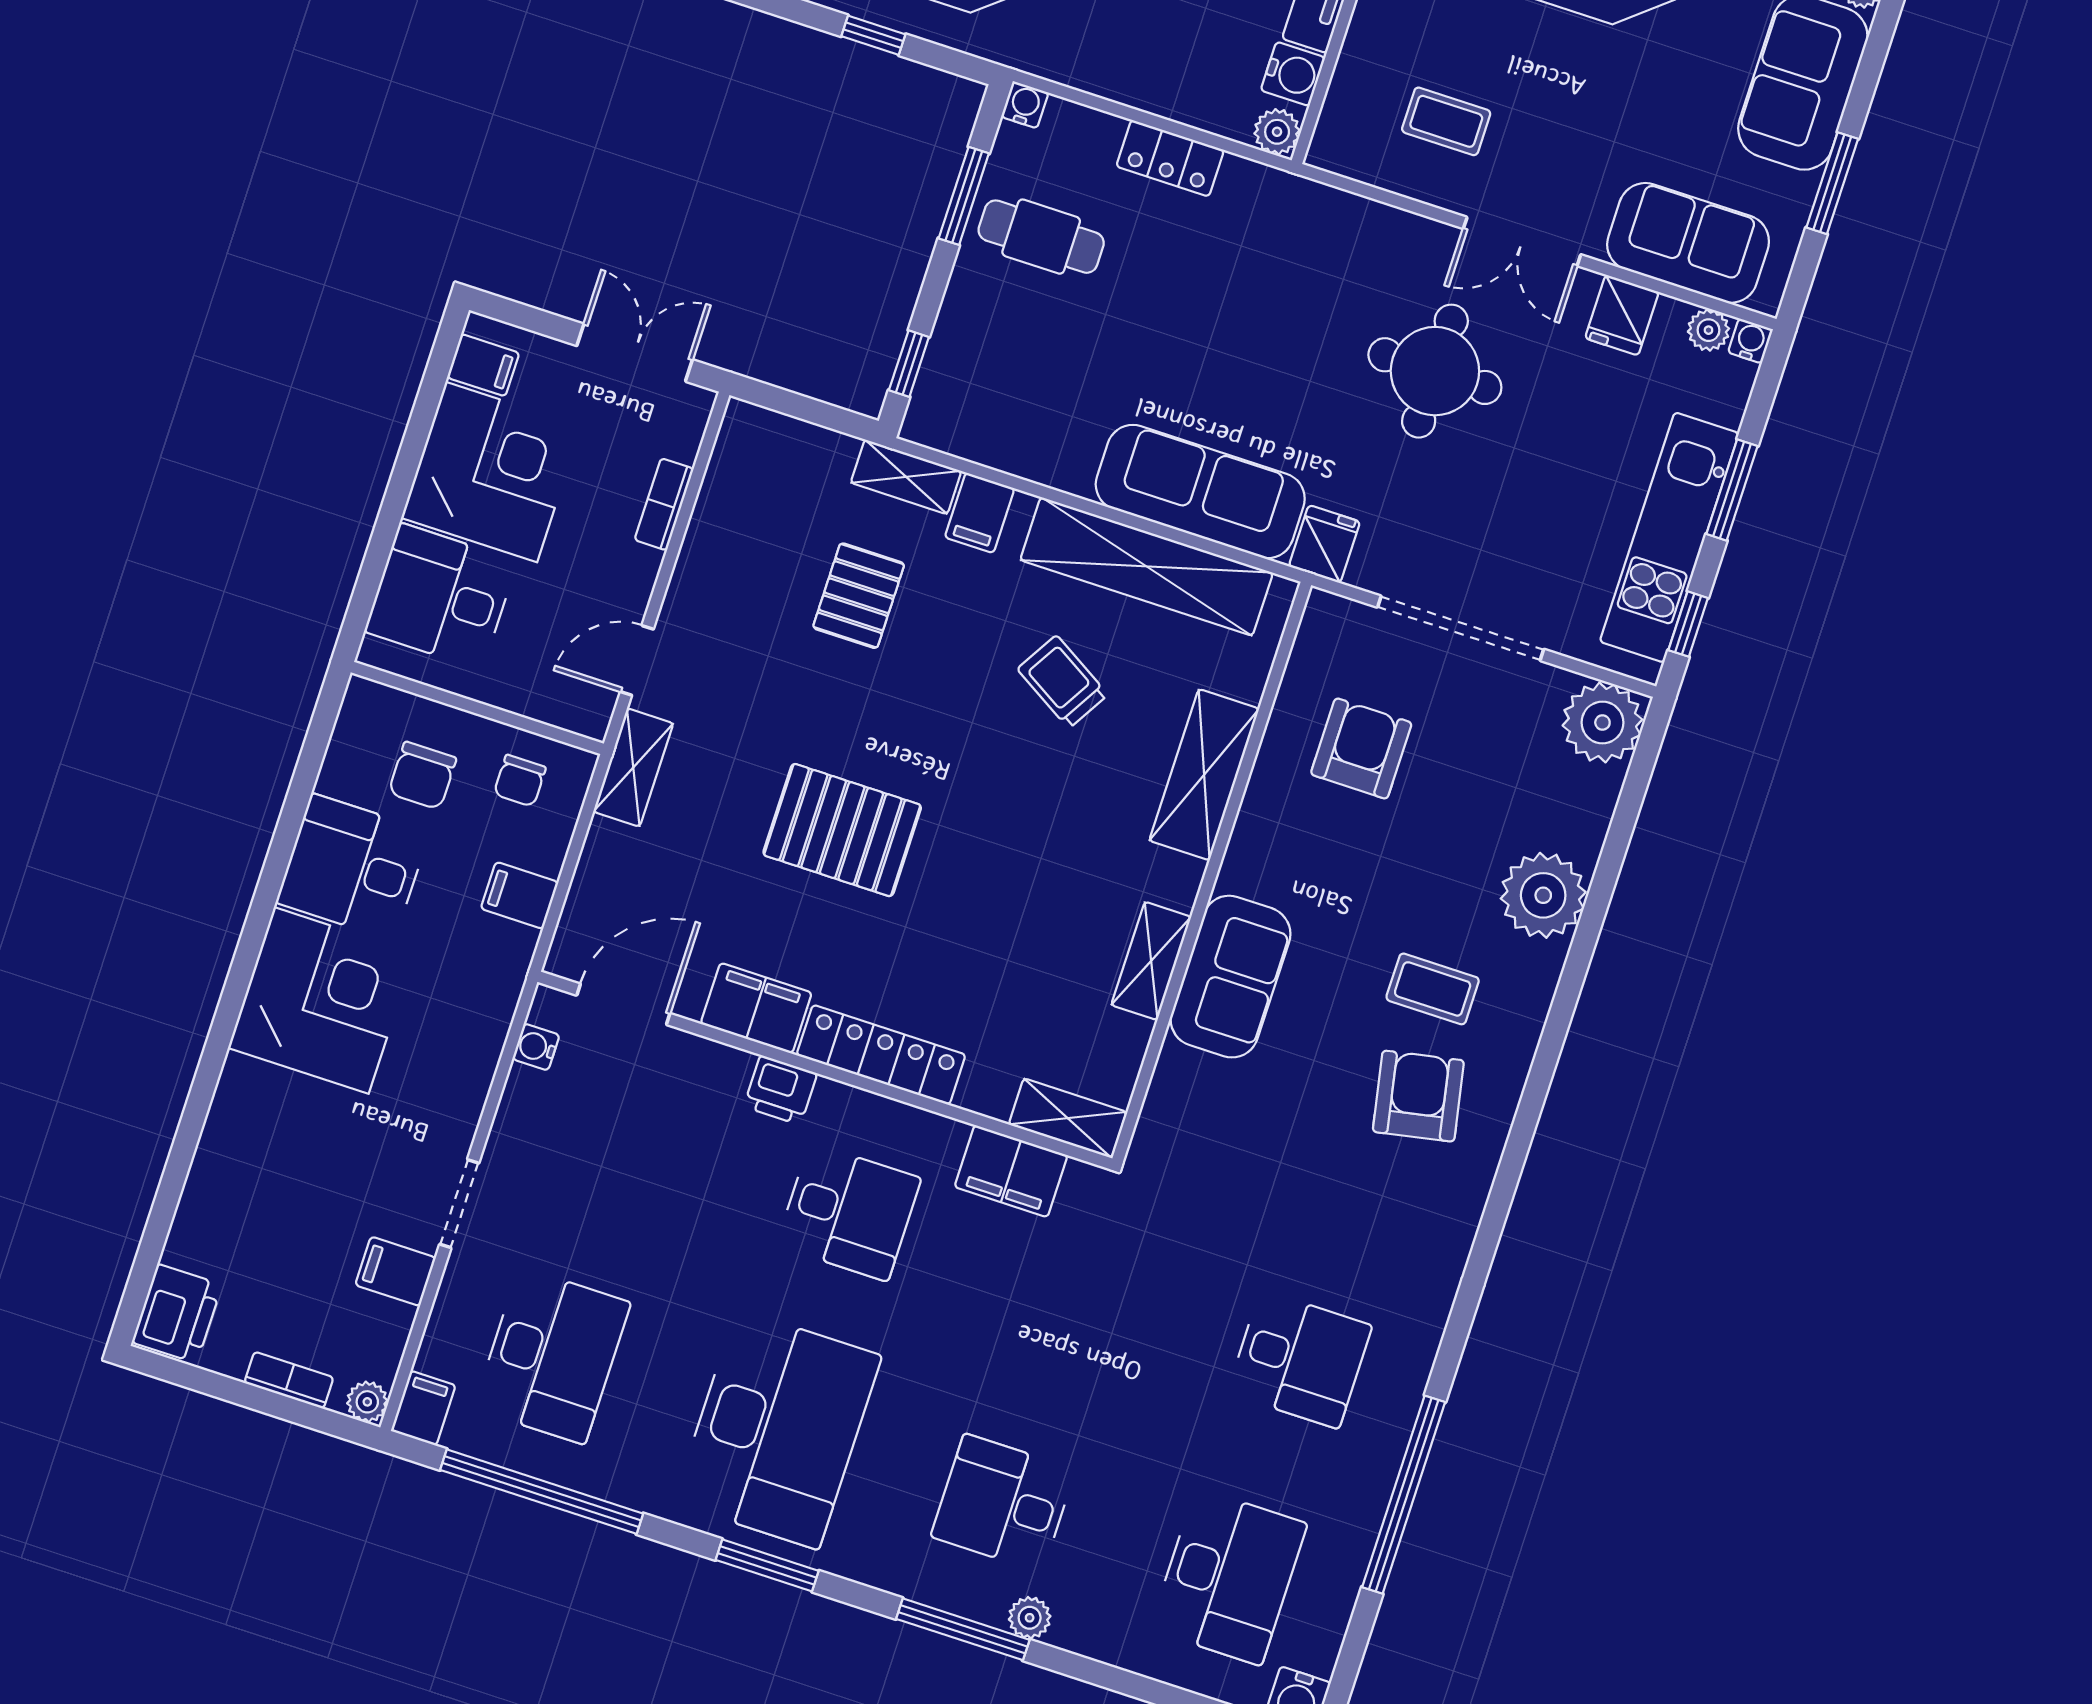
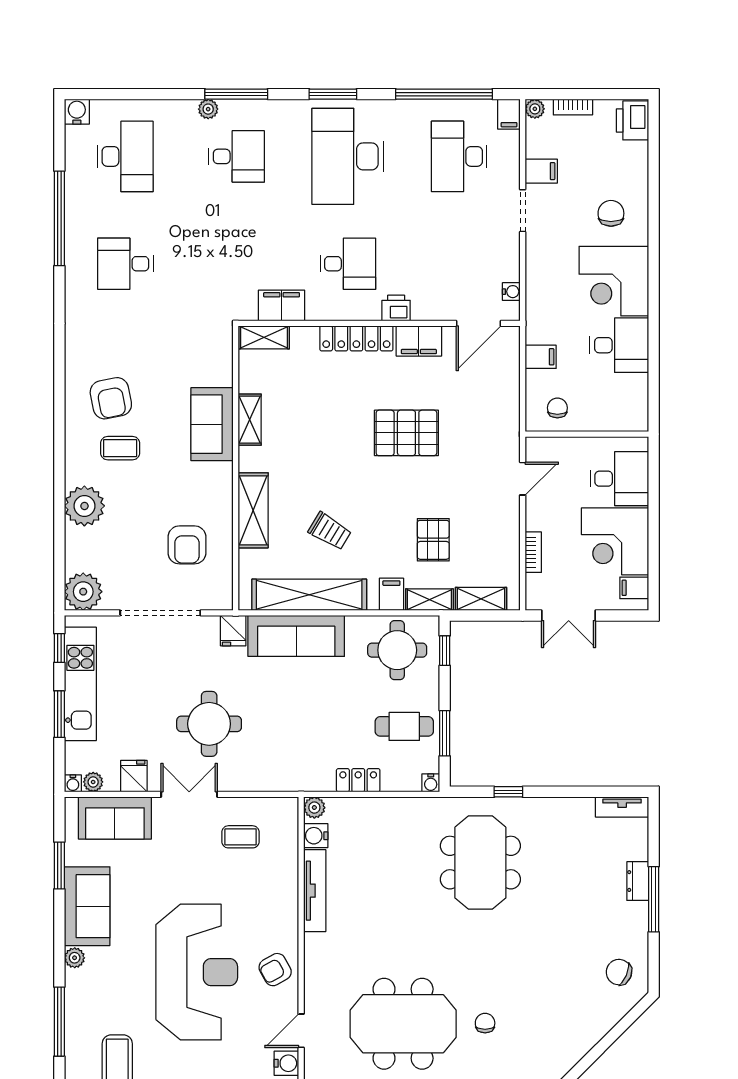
round table: (1005, 396) -> (397, 650), added
shelving: (633, 767) -> (481, 599), moved, turned 90
chair: (422, 776) -> (611, 213), moved
desk: (849, 1212) -> (348, 264), turned 180
desk: (1229, 1577) -> (125, 156), turned 180

